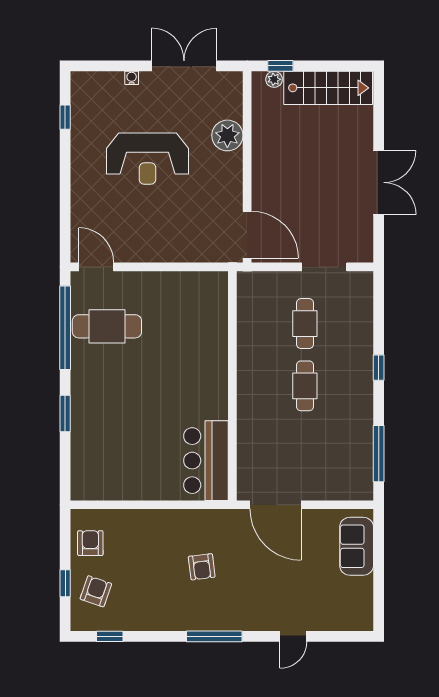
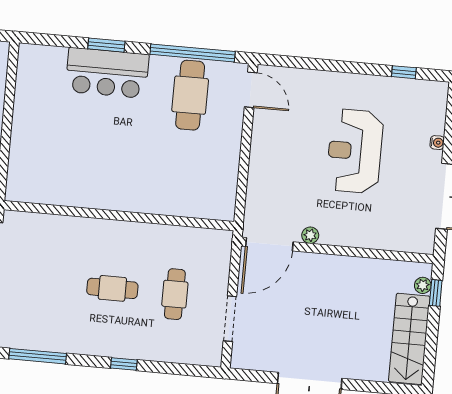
plant: (227, 135) -> (310, 235), moved, width x0.53, depth x0.53
door: (96, 267) -> (251, 90), hinge flipped
cafe table: (305, 324) -> (175, 294), turned 90
bar counter: (206, 461) -> (107, 73), moved, turned 180

